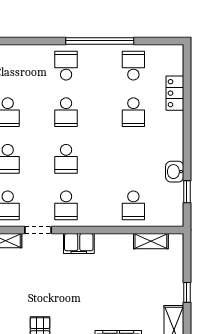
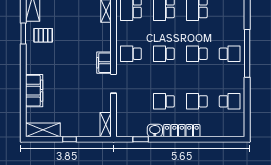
window: (100, 41) -> (247, 53), moved
locker: (175, 93) -> (182, 131), moved, width x1.53
school desk: (133, 205) -> (164, 101), moved
doorway: (38, 230) -> (114, 84), moved
shelving: (151, 241) -> (106, 125), moved

